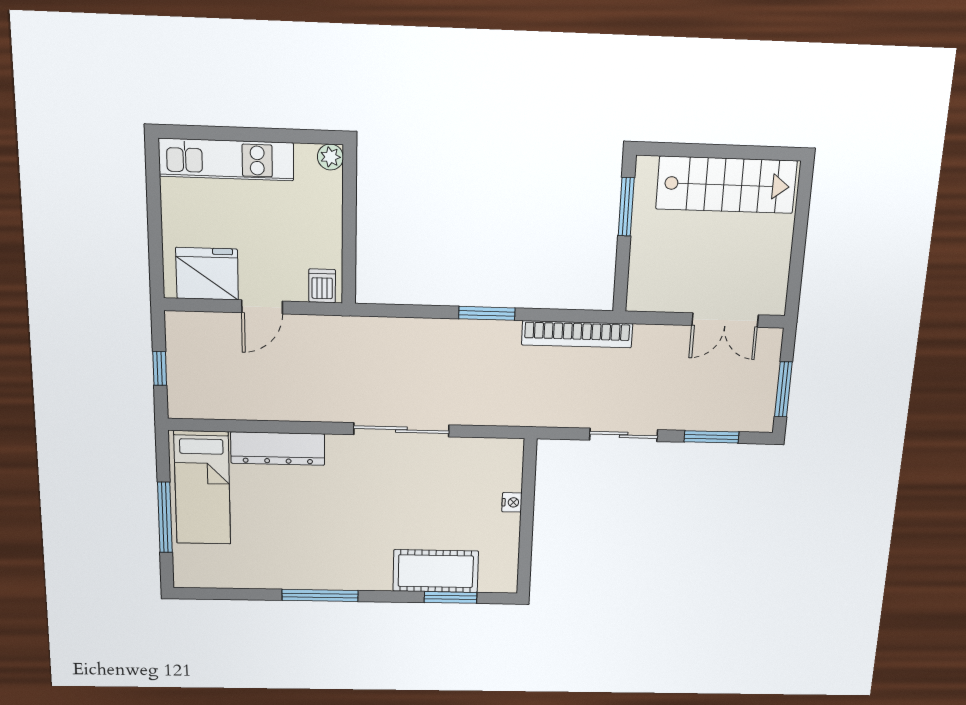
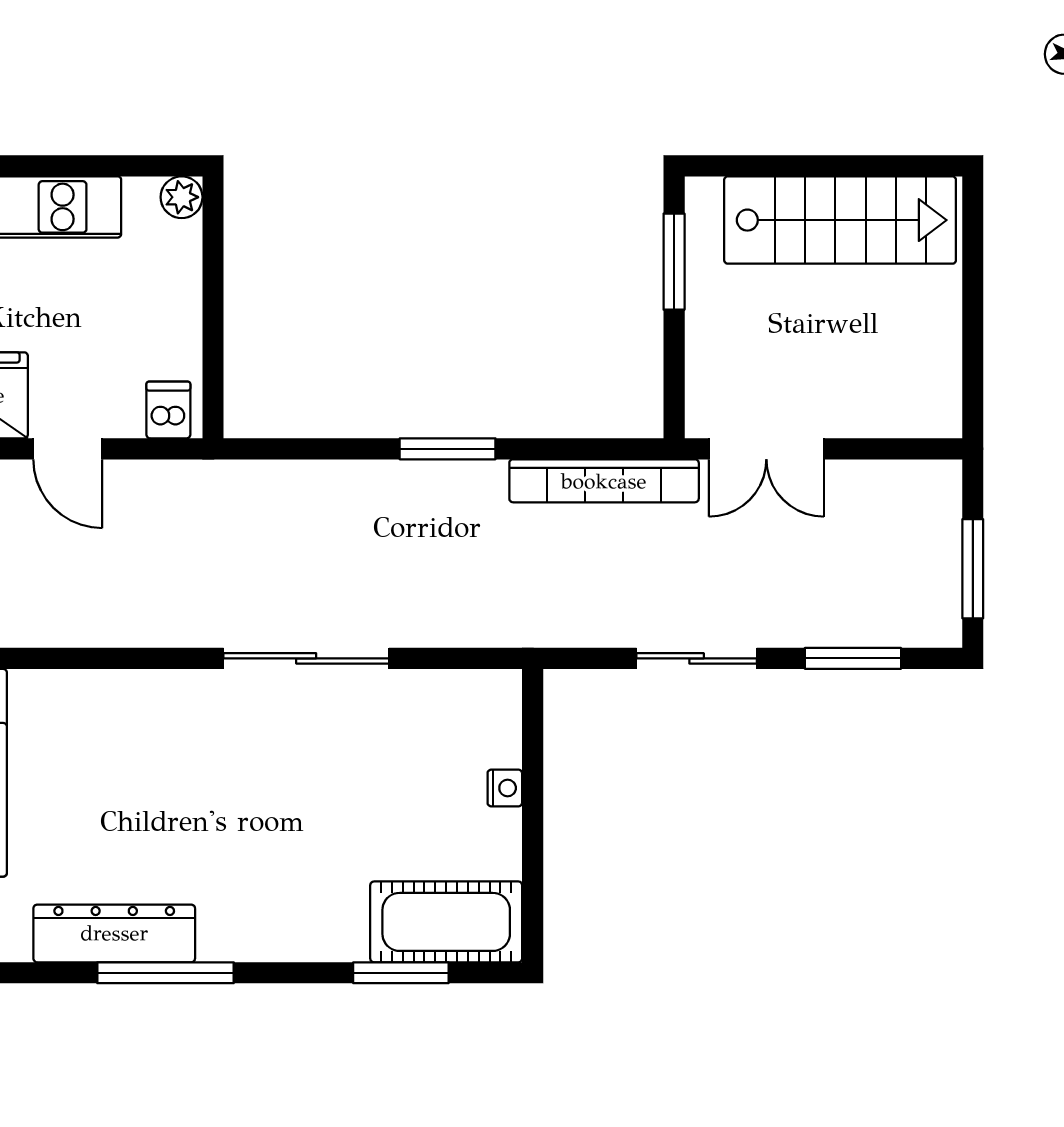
door: (262, 307) -> (68, 449), hinge flipped
double door: (725, 320) -> (766, 449), moved
dresser: (278, 449) -> (114, 933), moved, turned 180
cot: (436, 571) -> (446, 922), moved

